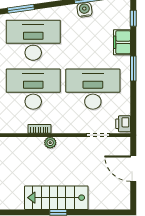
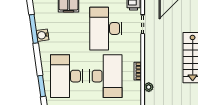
desk: (33, 89) -> (106, 76), turned 180
plant: (50, 143) -> (149, 87), moved

